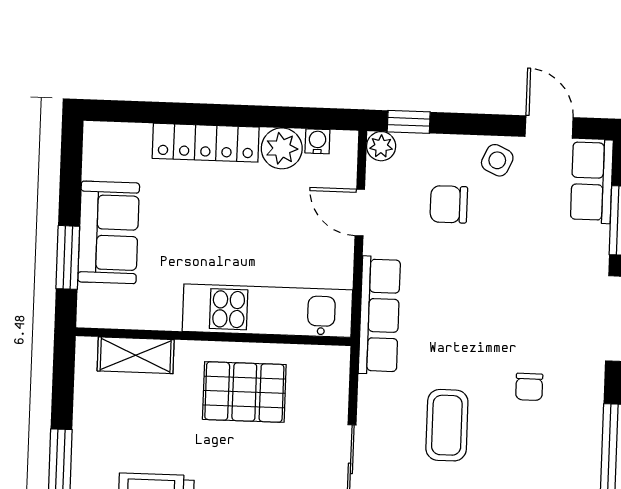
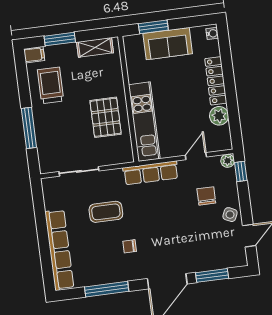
water cooler: (317, 141) -> (212, 33), moved
row of seats: (592, 181) -> (228, 259), removed
shelving: (136, 355) -> (95, 47), moved, turned 90

